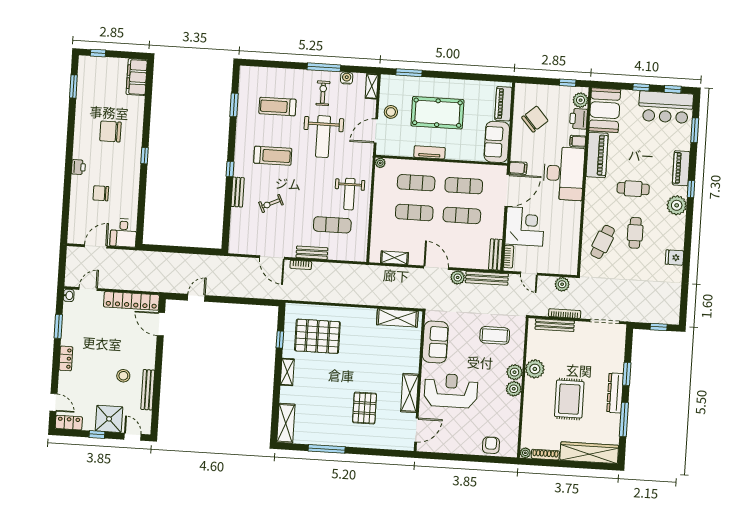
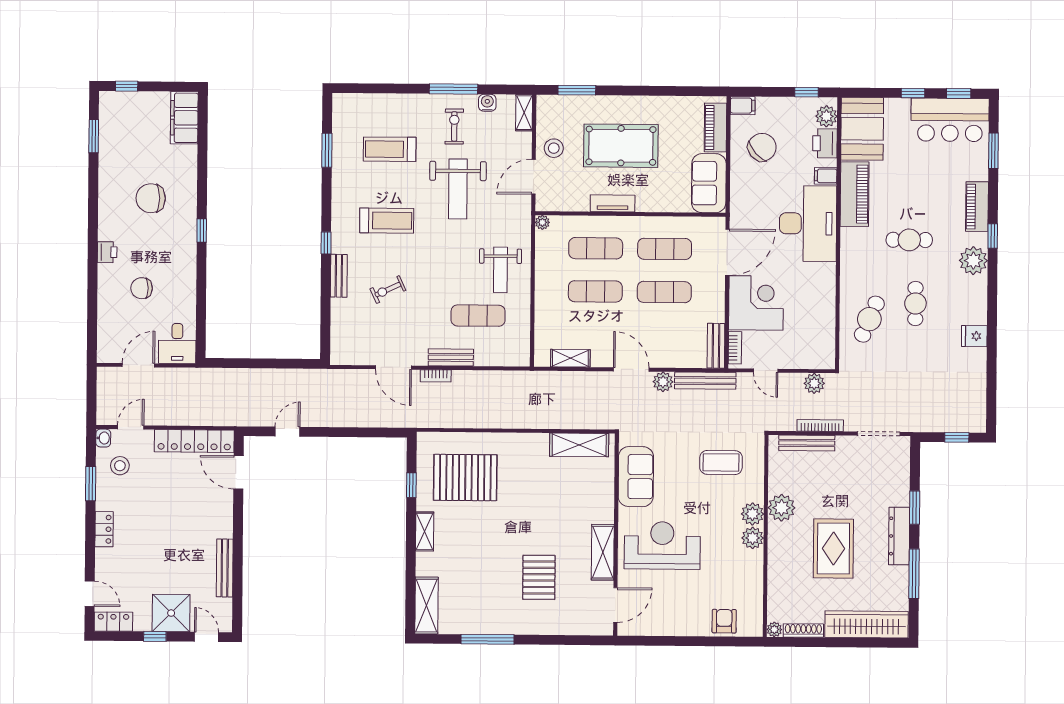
filing cabinet: (518, 168) -> (743, 106), moved
stool: (123, 376) -> (120, 466), moved

